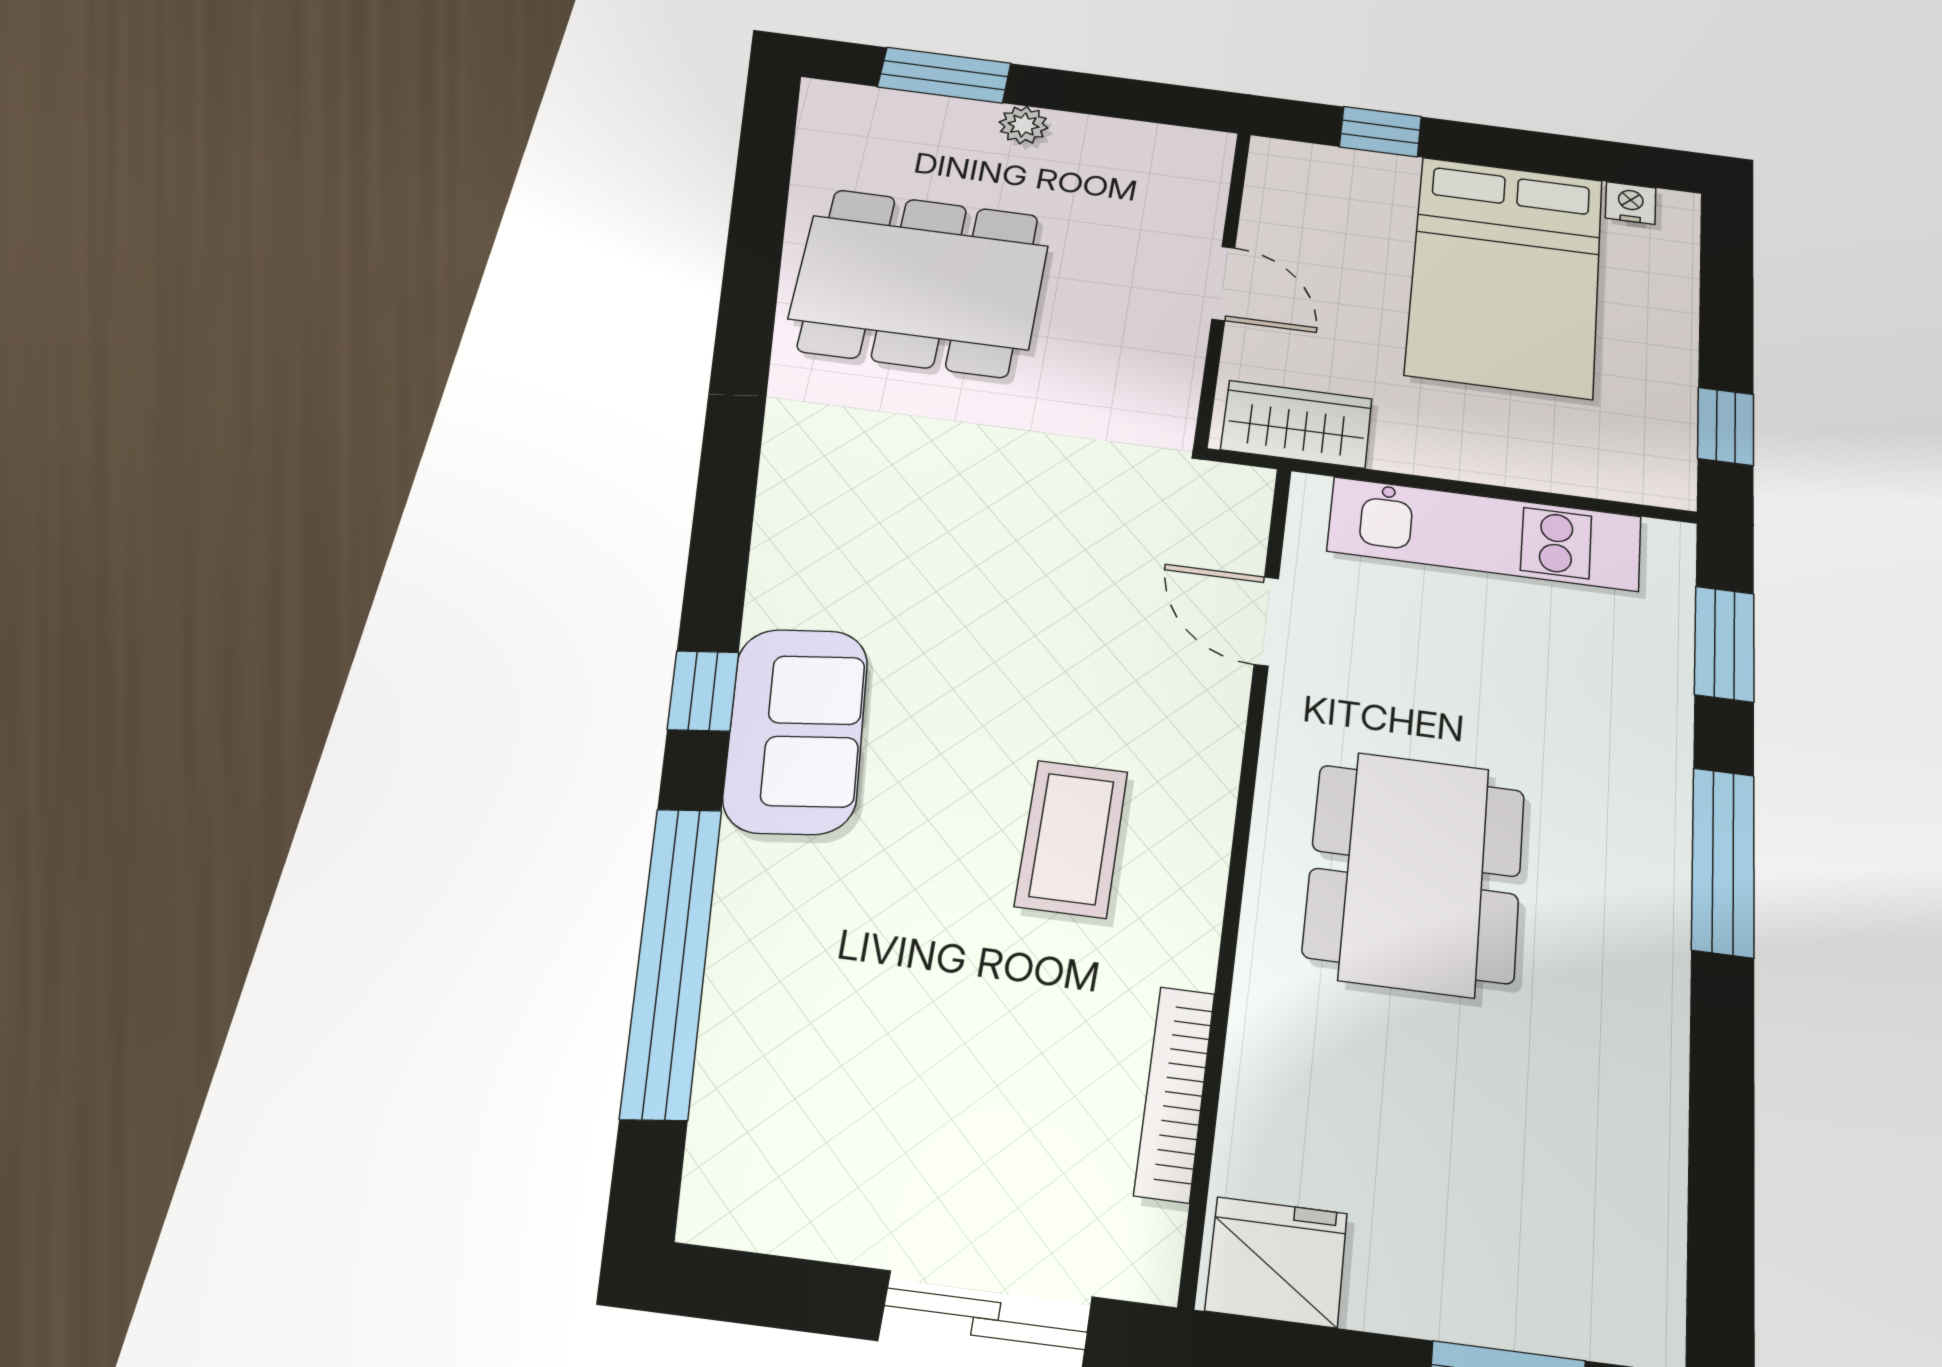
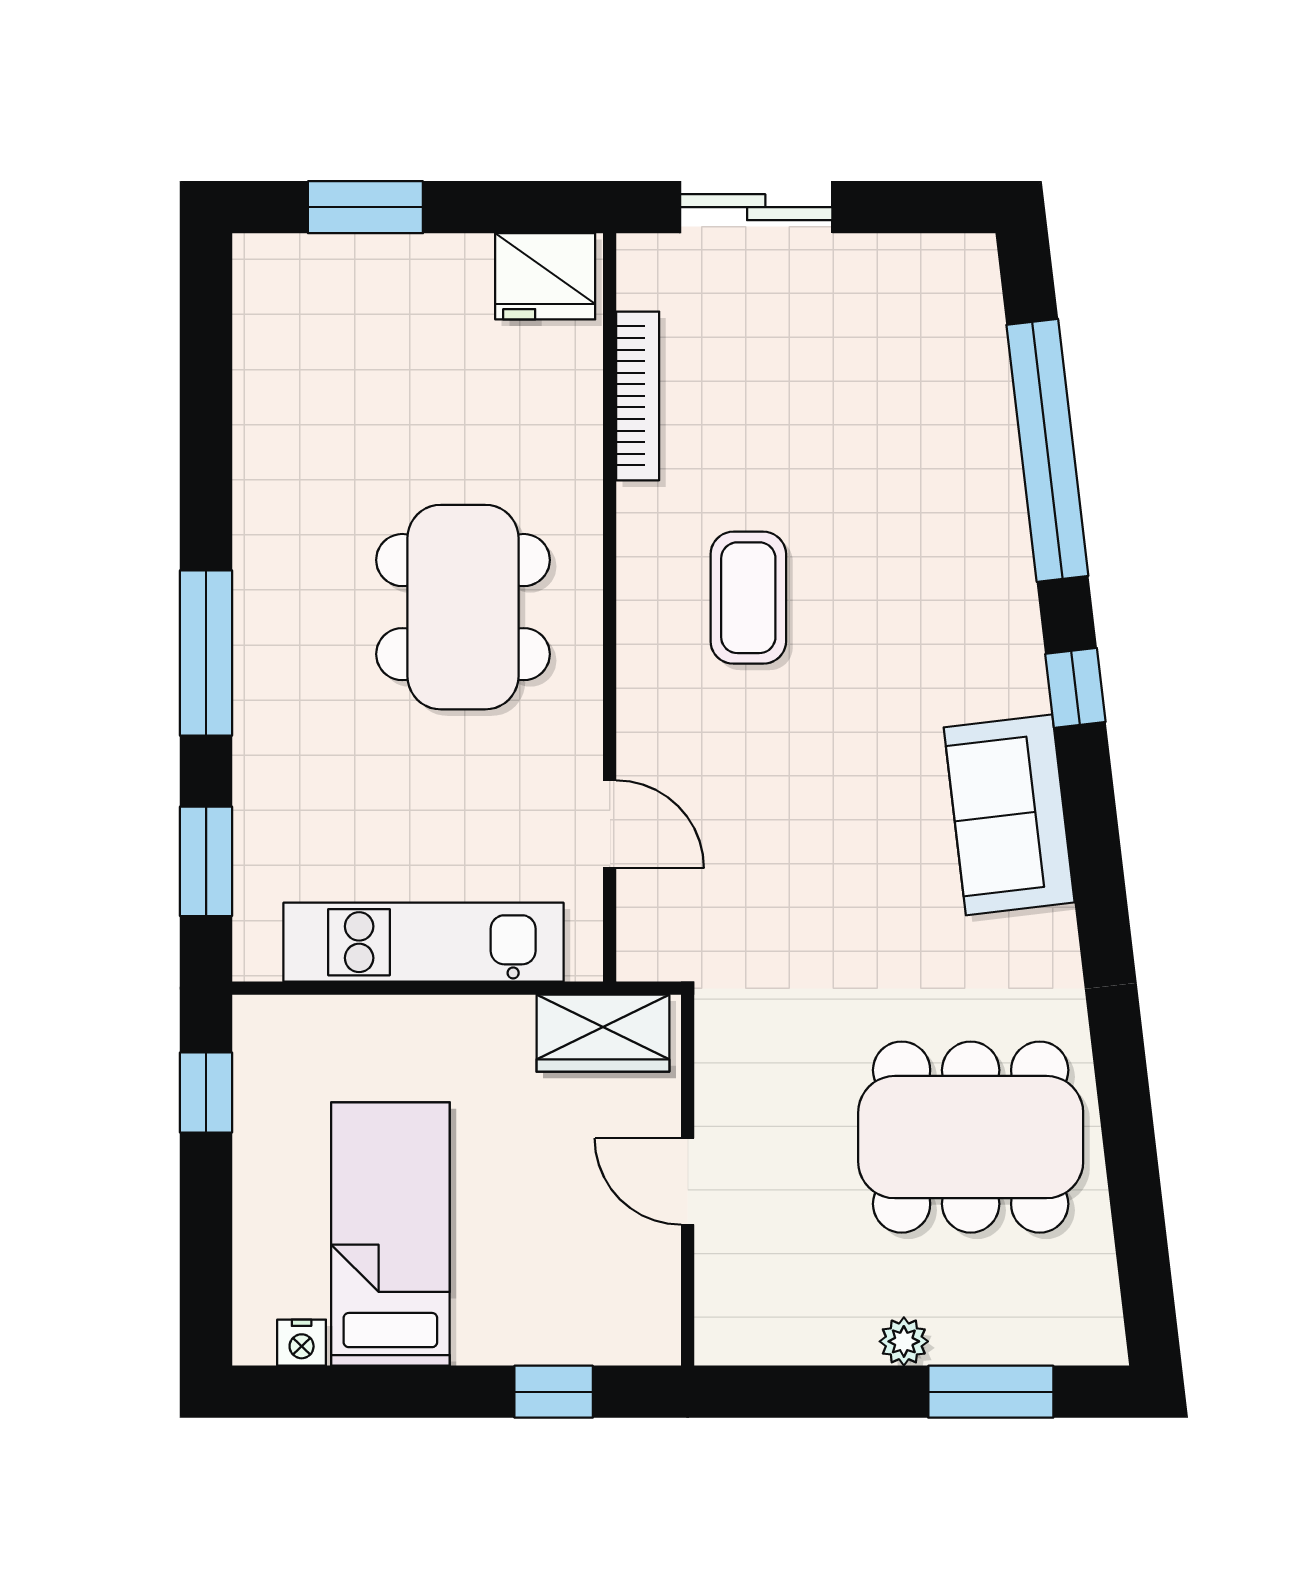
bed: (1506, 275) -> (390, 1234), width x0.67
sofa: (796, 730) -> (1009, 815), moved

